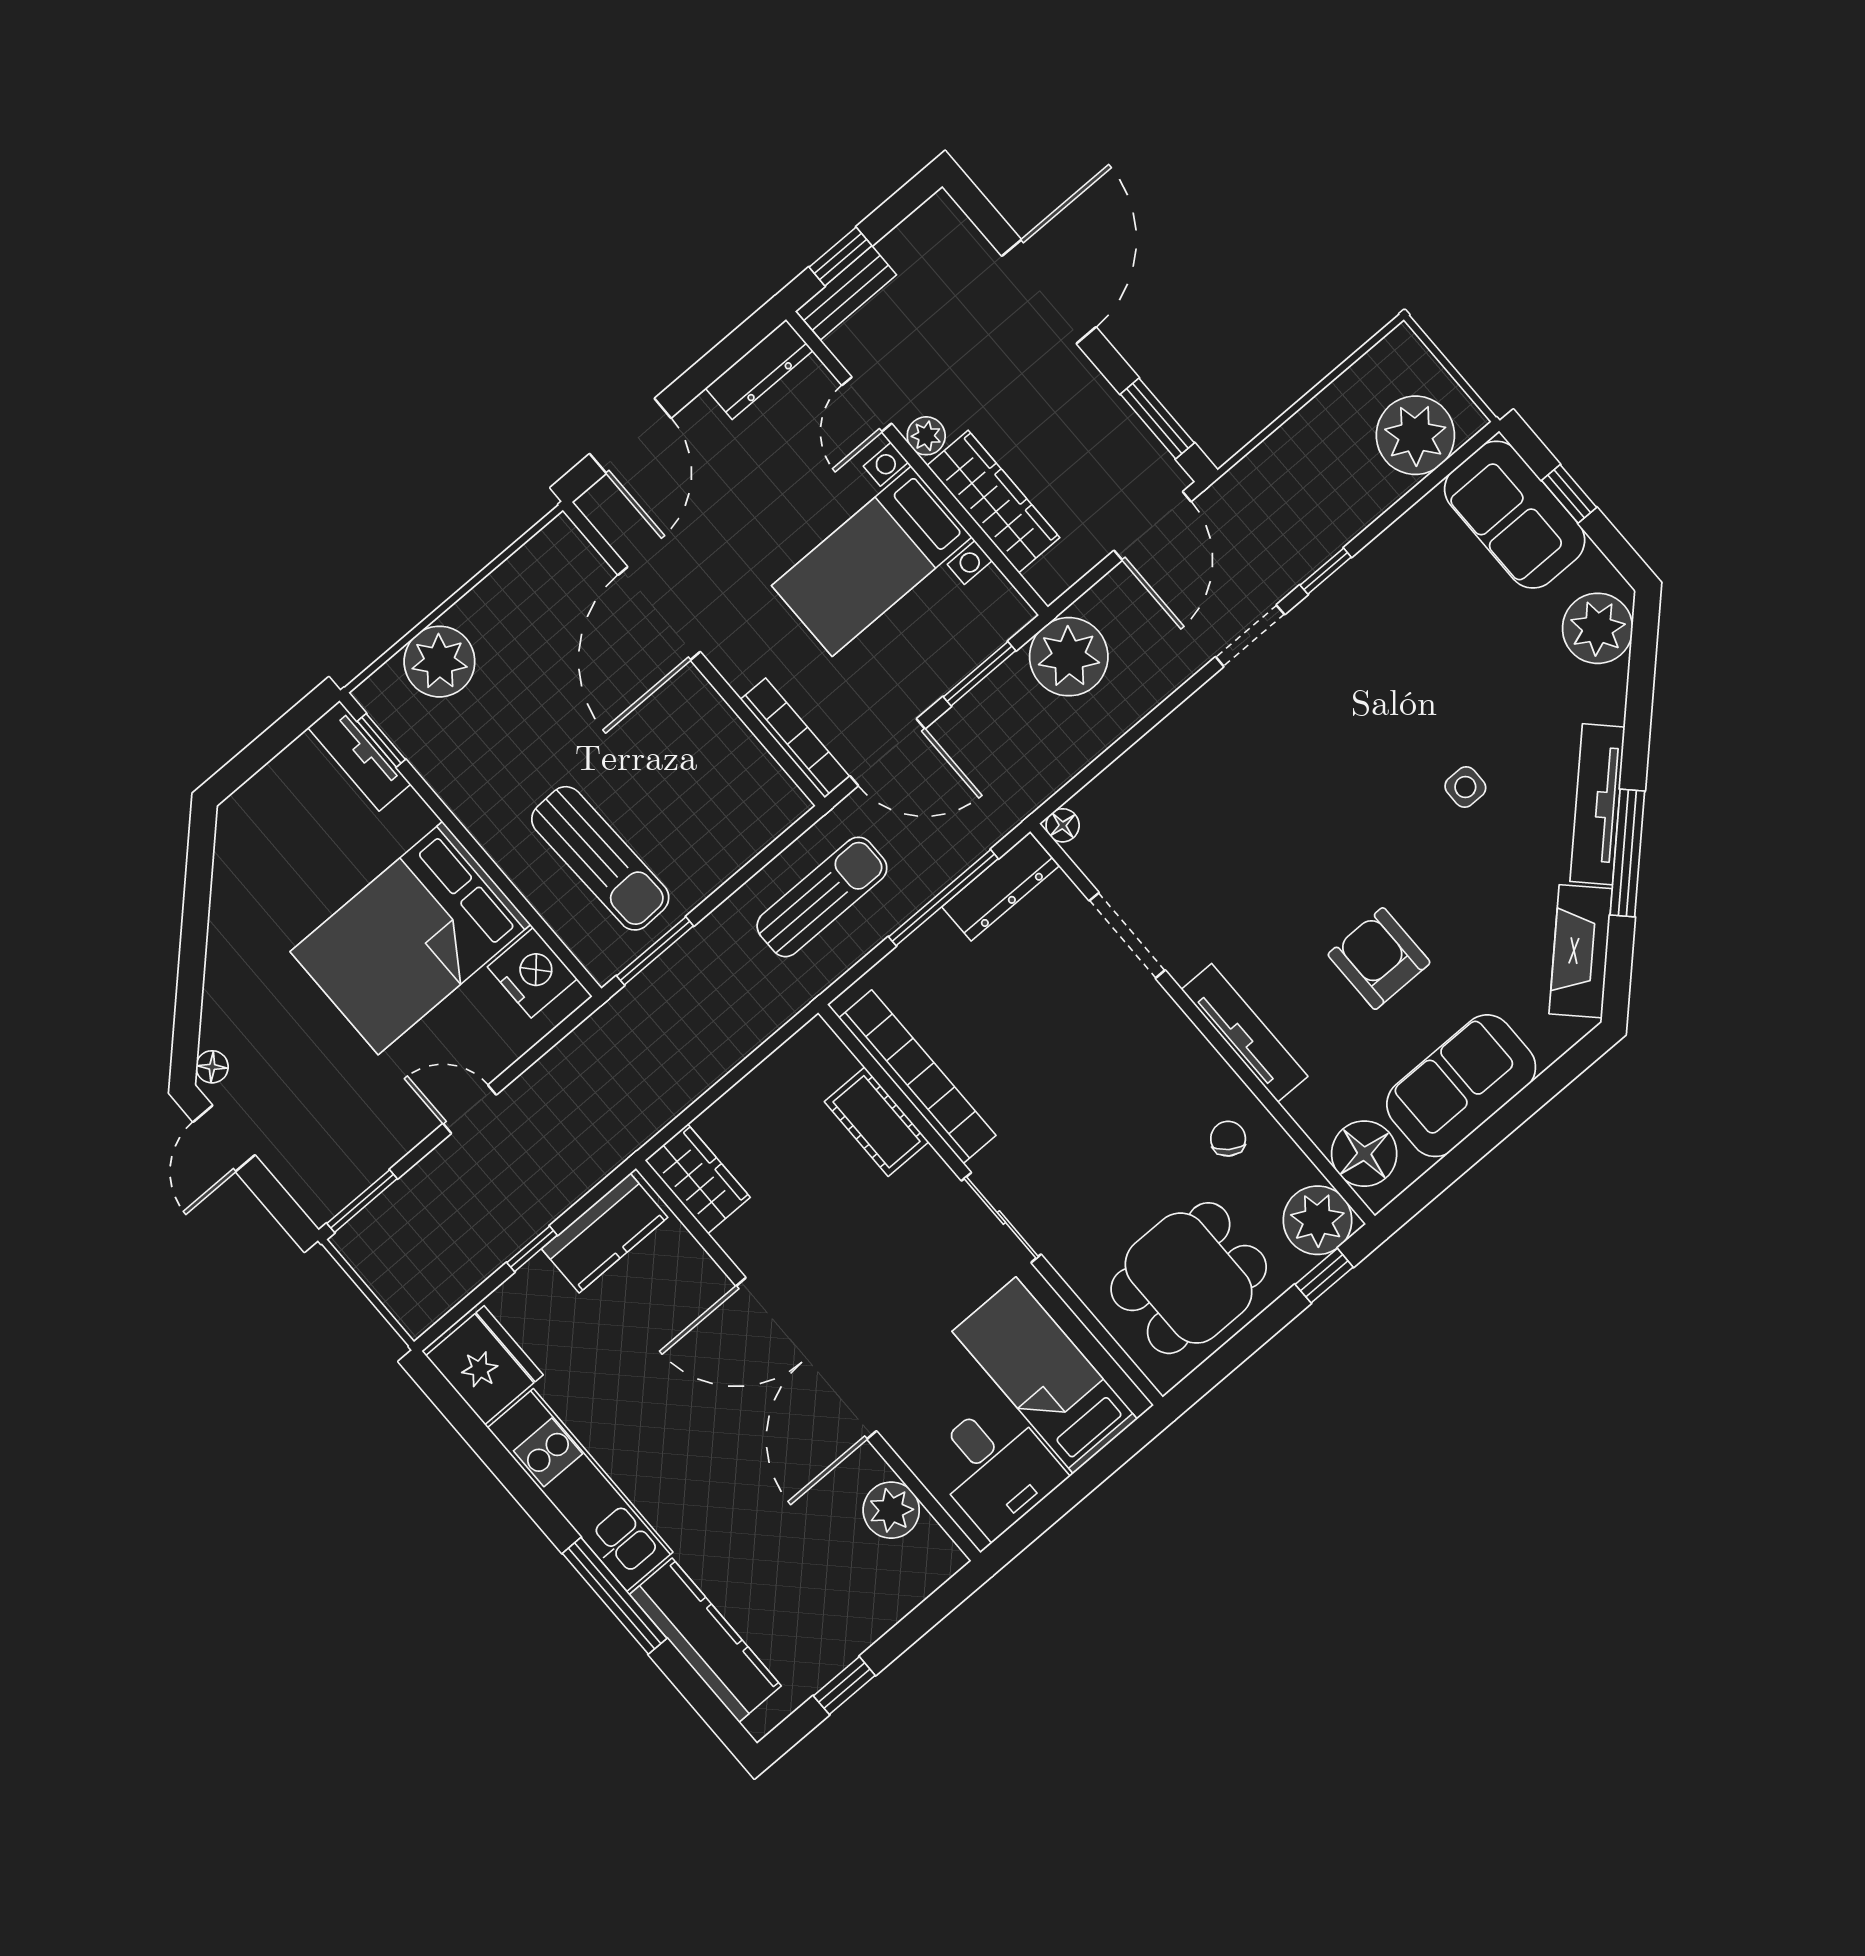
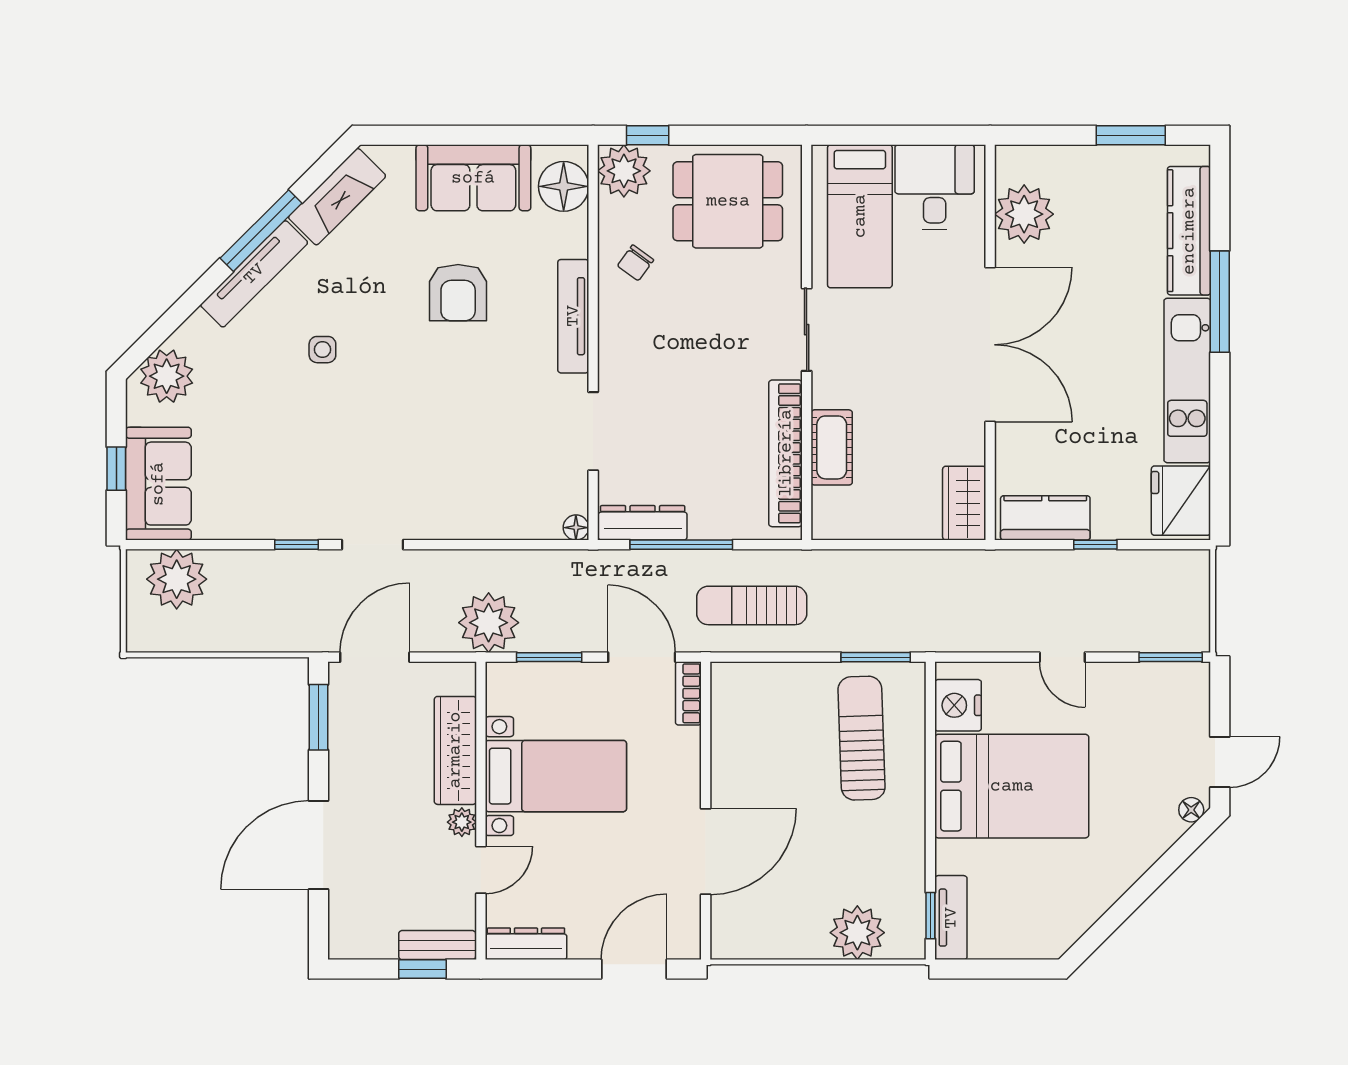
bookcase: (795, 738) -> (688, 693), width x0.64
plant: (891, 1510) -> (1024, 214), width x1.36, depth x1.36
window: (844, 1686) -> (1131, 135), width x1.50

